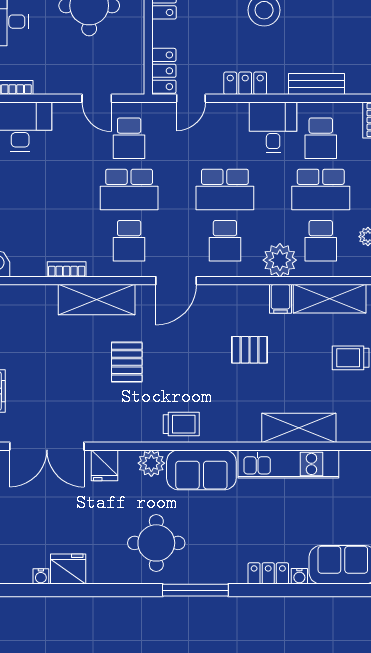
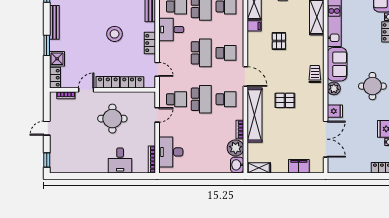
locker: (164, 71) -> (132, 82), moved
plant: (280, 260) -> (236, 148), moved
shelving: (97, 300) -> (255, 115), width x1.47

